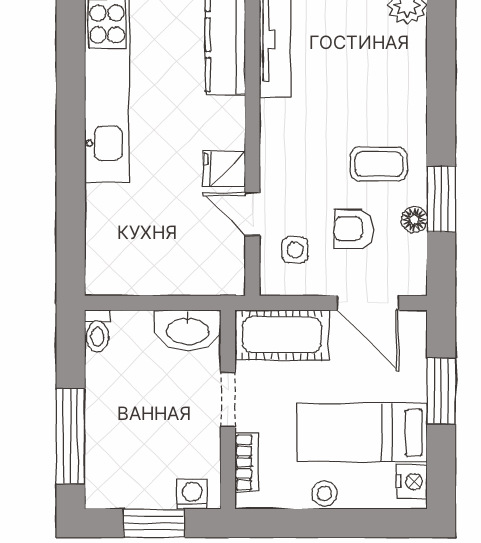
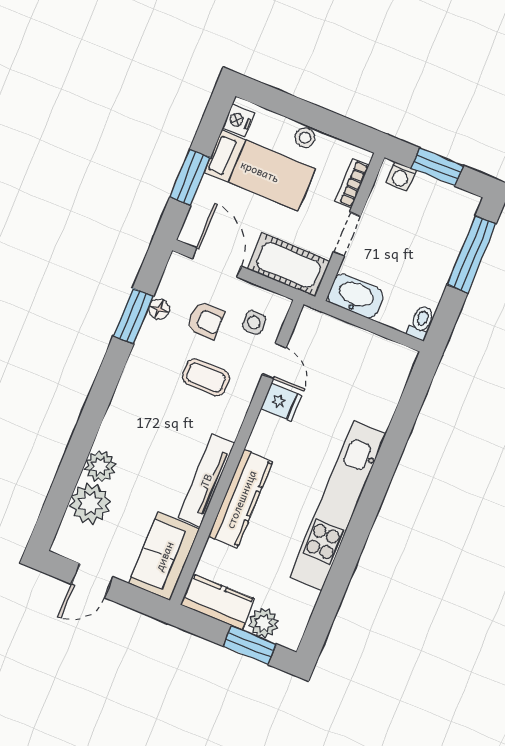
coffee table: (379, 164) -> (206, 377), moved

